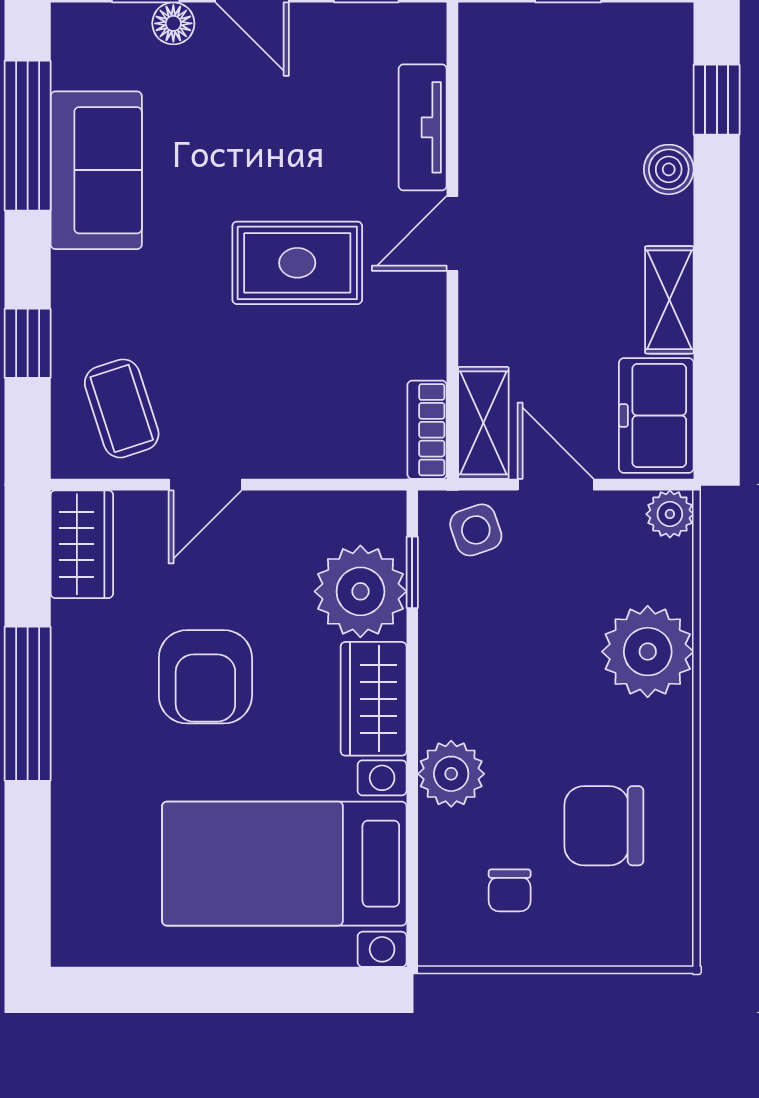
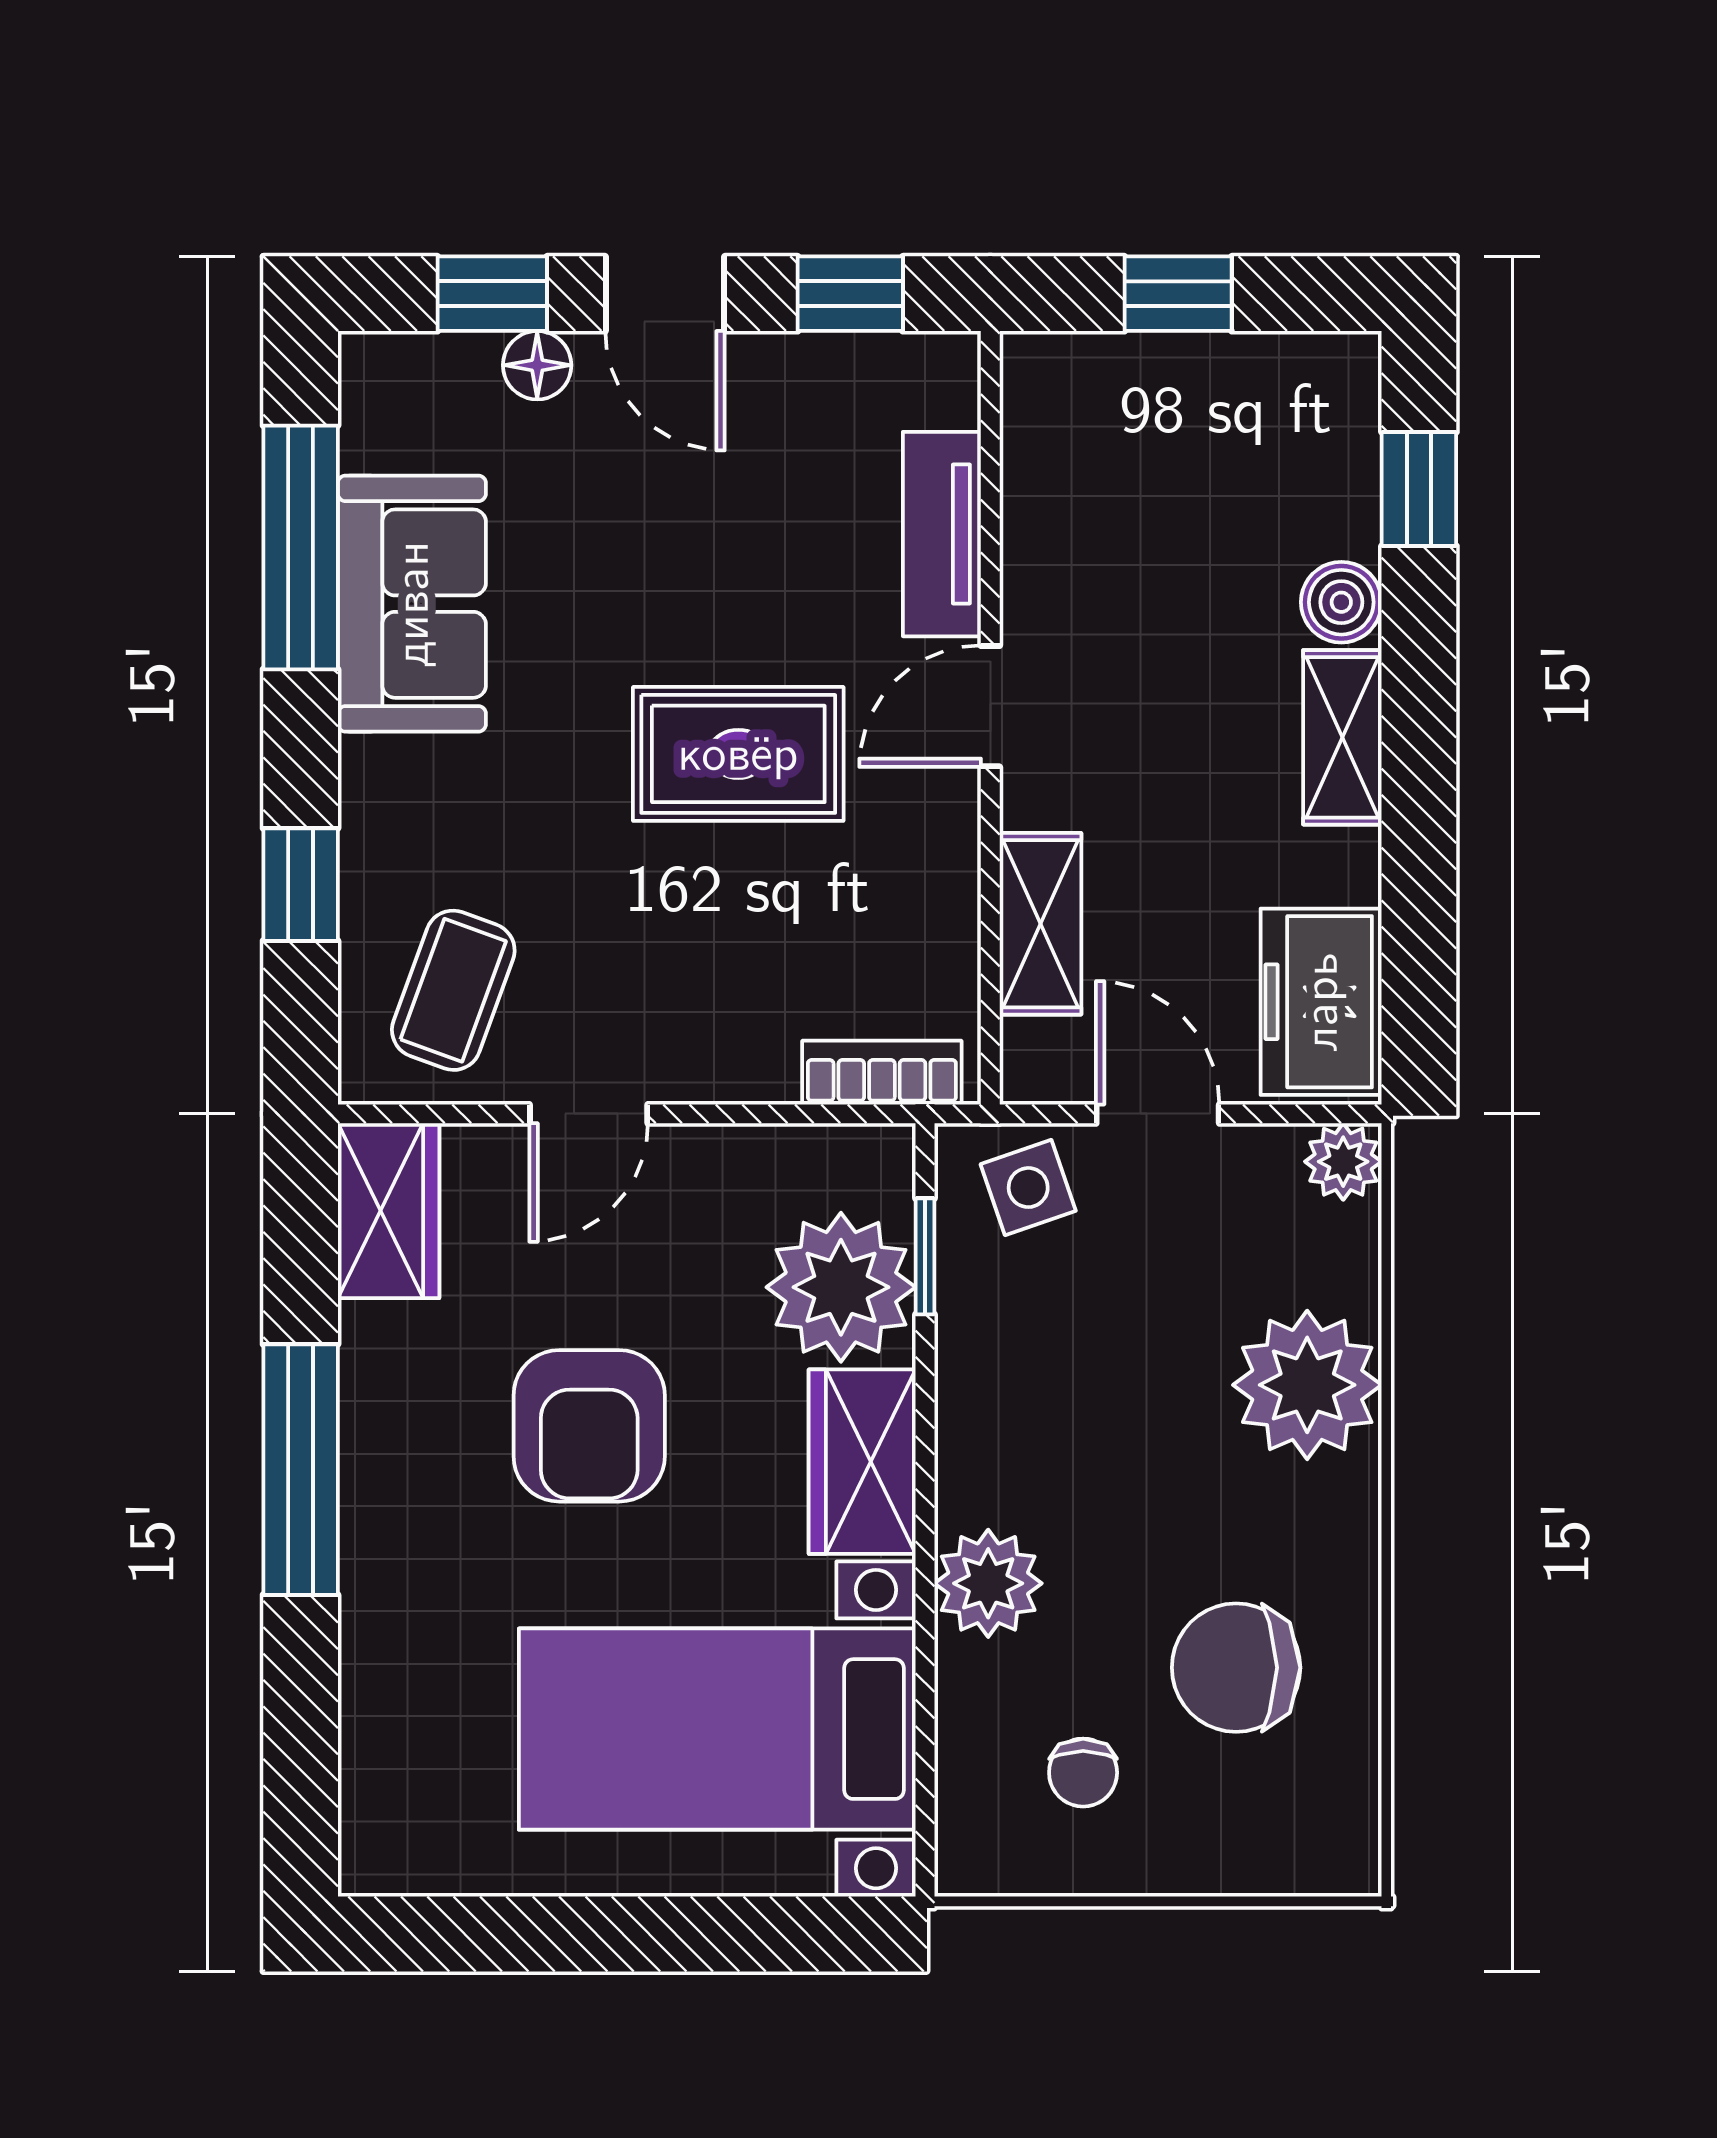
shelving: (669, 300) -> (1342, 737), moved
coffee table: (122, 408) -> (453, 990), turned 38
shelving: (483, 423) -> (1040, 924), moved
bookcase: (427, 430) -> (882, 1073), moved, turned 90

